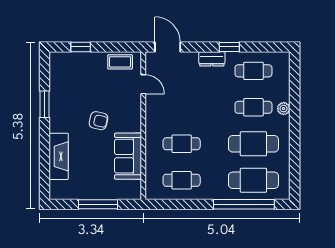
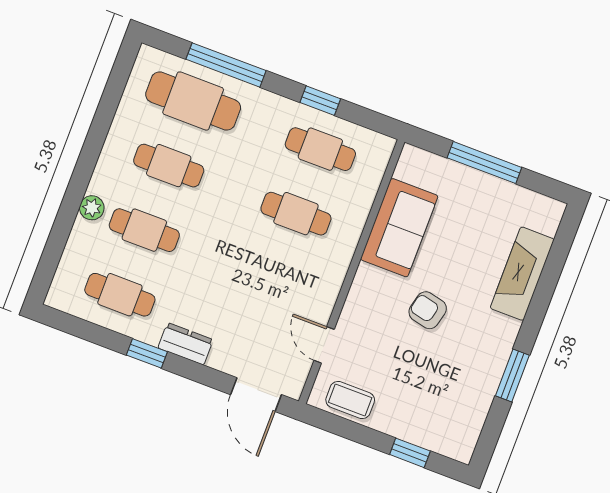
cafe table: (253, 144) -> (169, 166), width x0.73, depth x0.74
window: (191, 204) -> (320, 101), added
window: (244, 204) -> (226, 65), width x0.68

